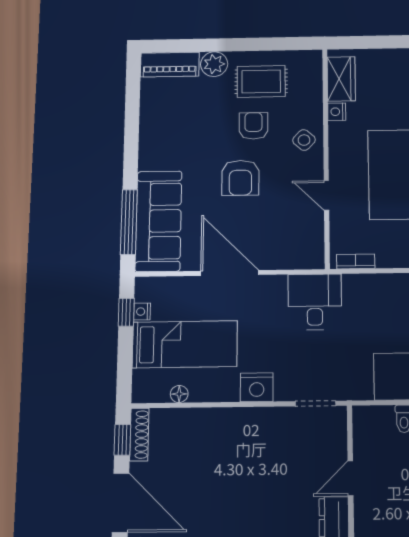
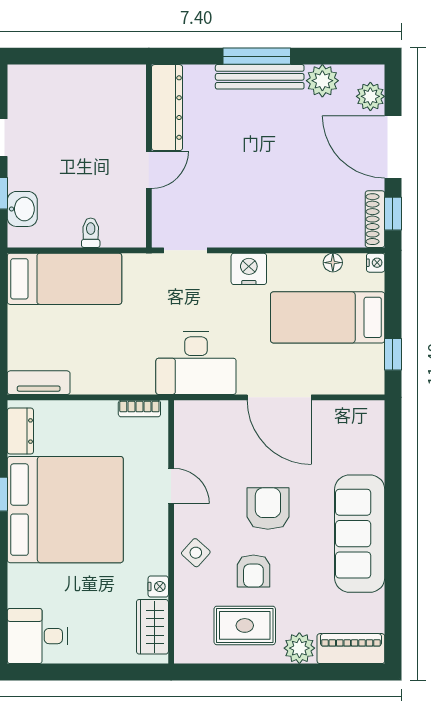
sofa: (159, 221) -> (360, 534), moved
window: (129, 222) -> (393, 458), removed
desk: (315, 302) -> (196, 363), width x1.37
nightstand: (142, 312) -> (376, 263), moved

